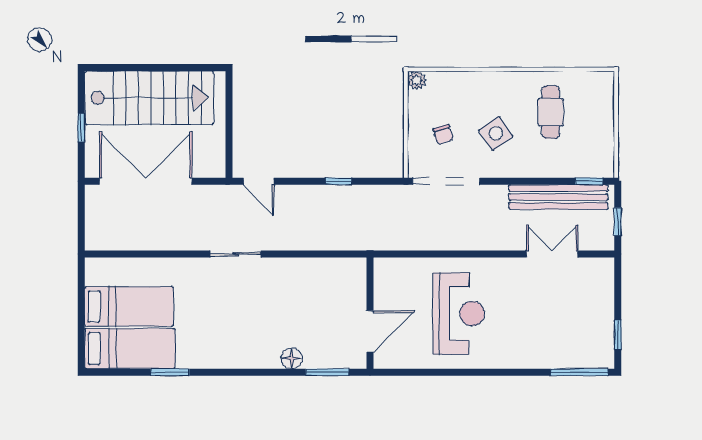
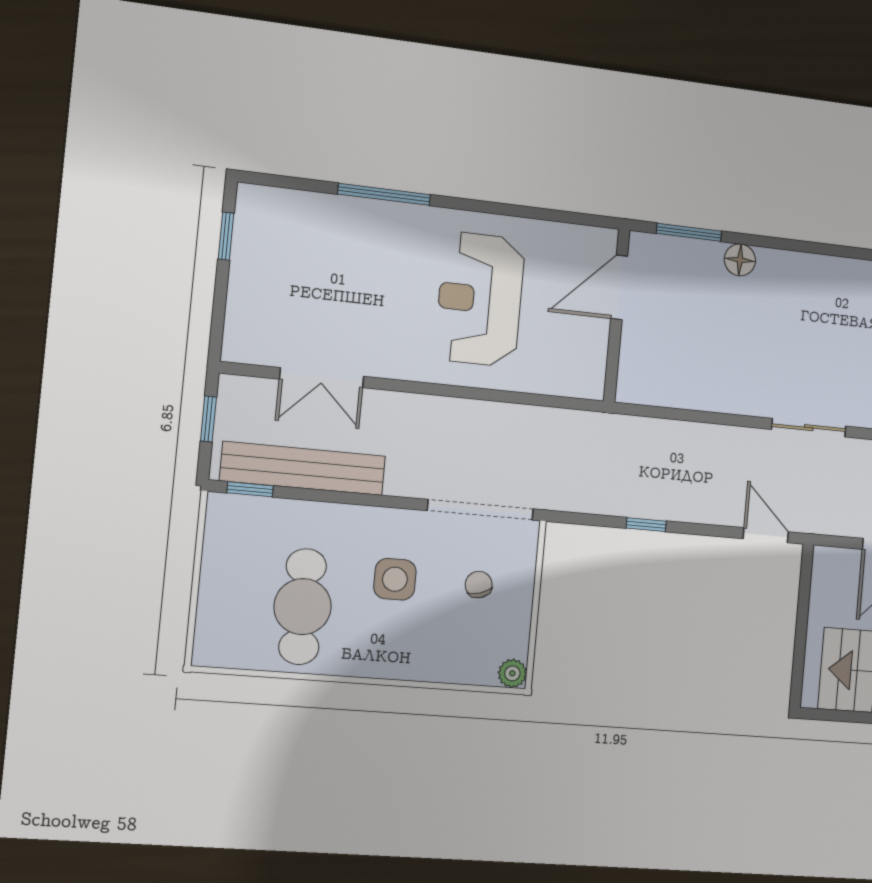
cafe table: (551, 112) -> (303, 607), width x1.37, depth x1.35
side table: (496, 133) -> (395, 579), turned 35
window: (579, 372) -> (384, 194), moved

